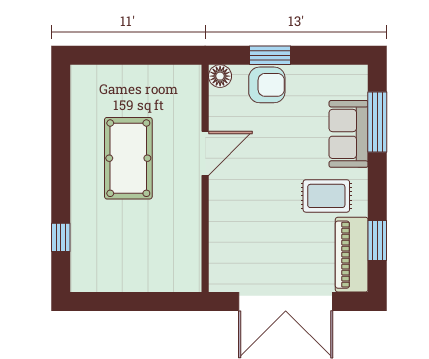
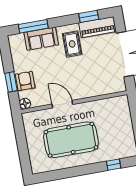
pool table: (128, 158) -> (71, 140), width x1.36, depth x1.32

